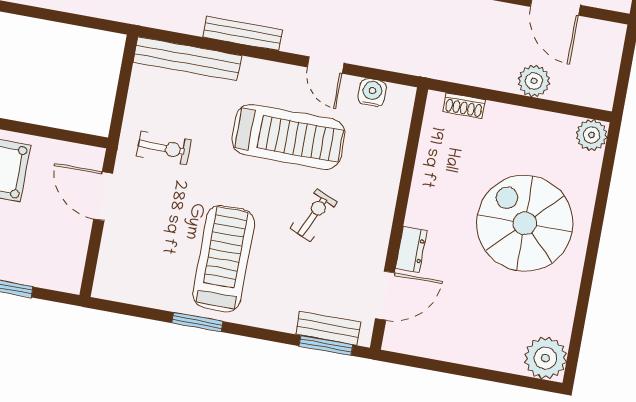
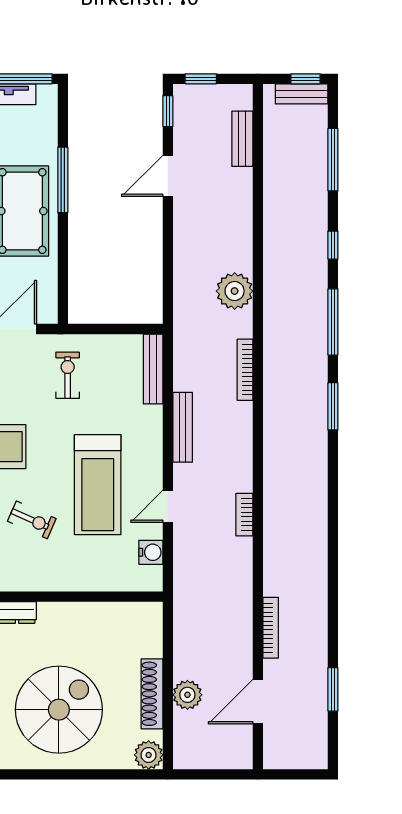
bench: (187, 59) -> (153, 369), width x0.73, depth x0.82
shoe rack: (464, 106) -> (152, 694), moved, width x1.94, depth x1.24
exercise bike: (164, 148) -> (68, 375), turned 180

